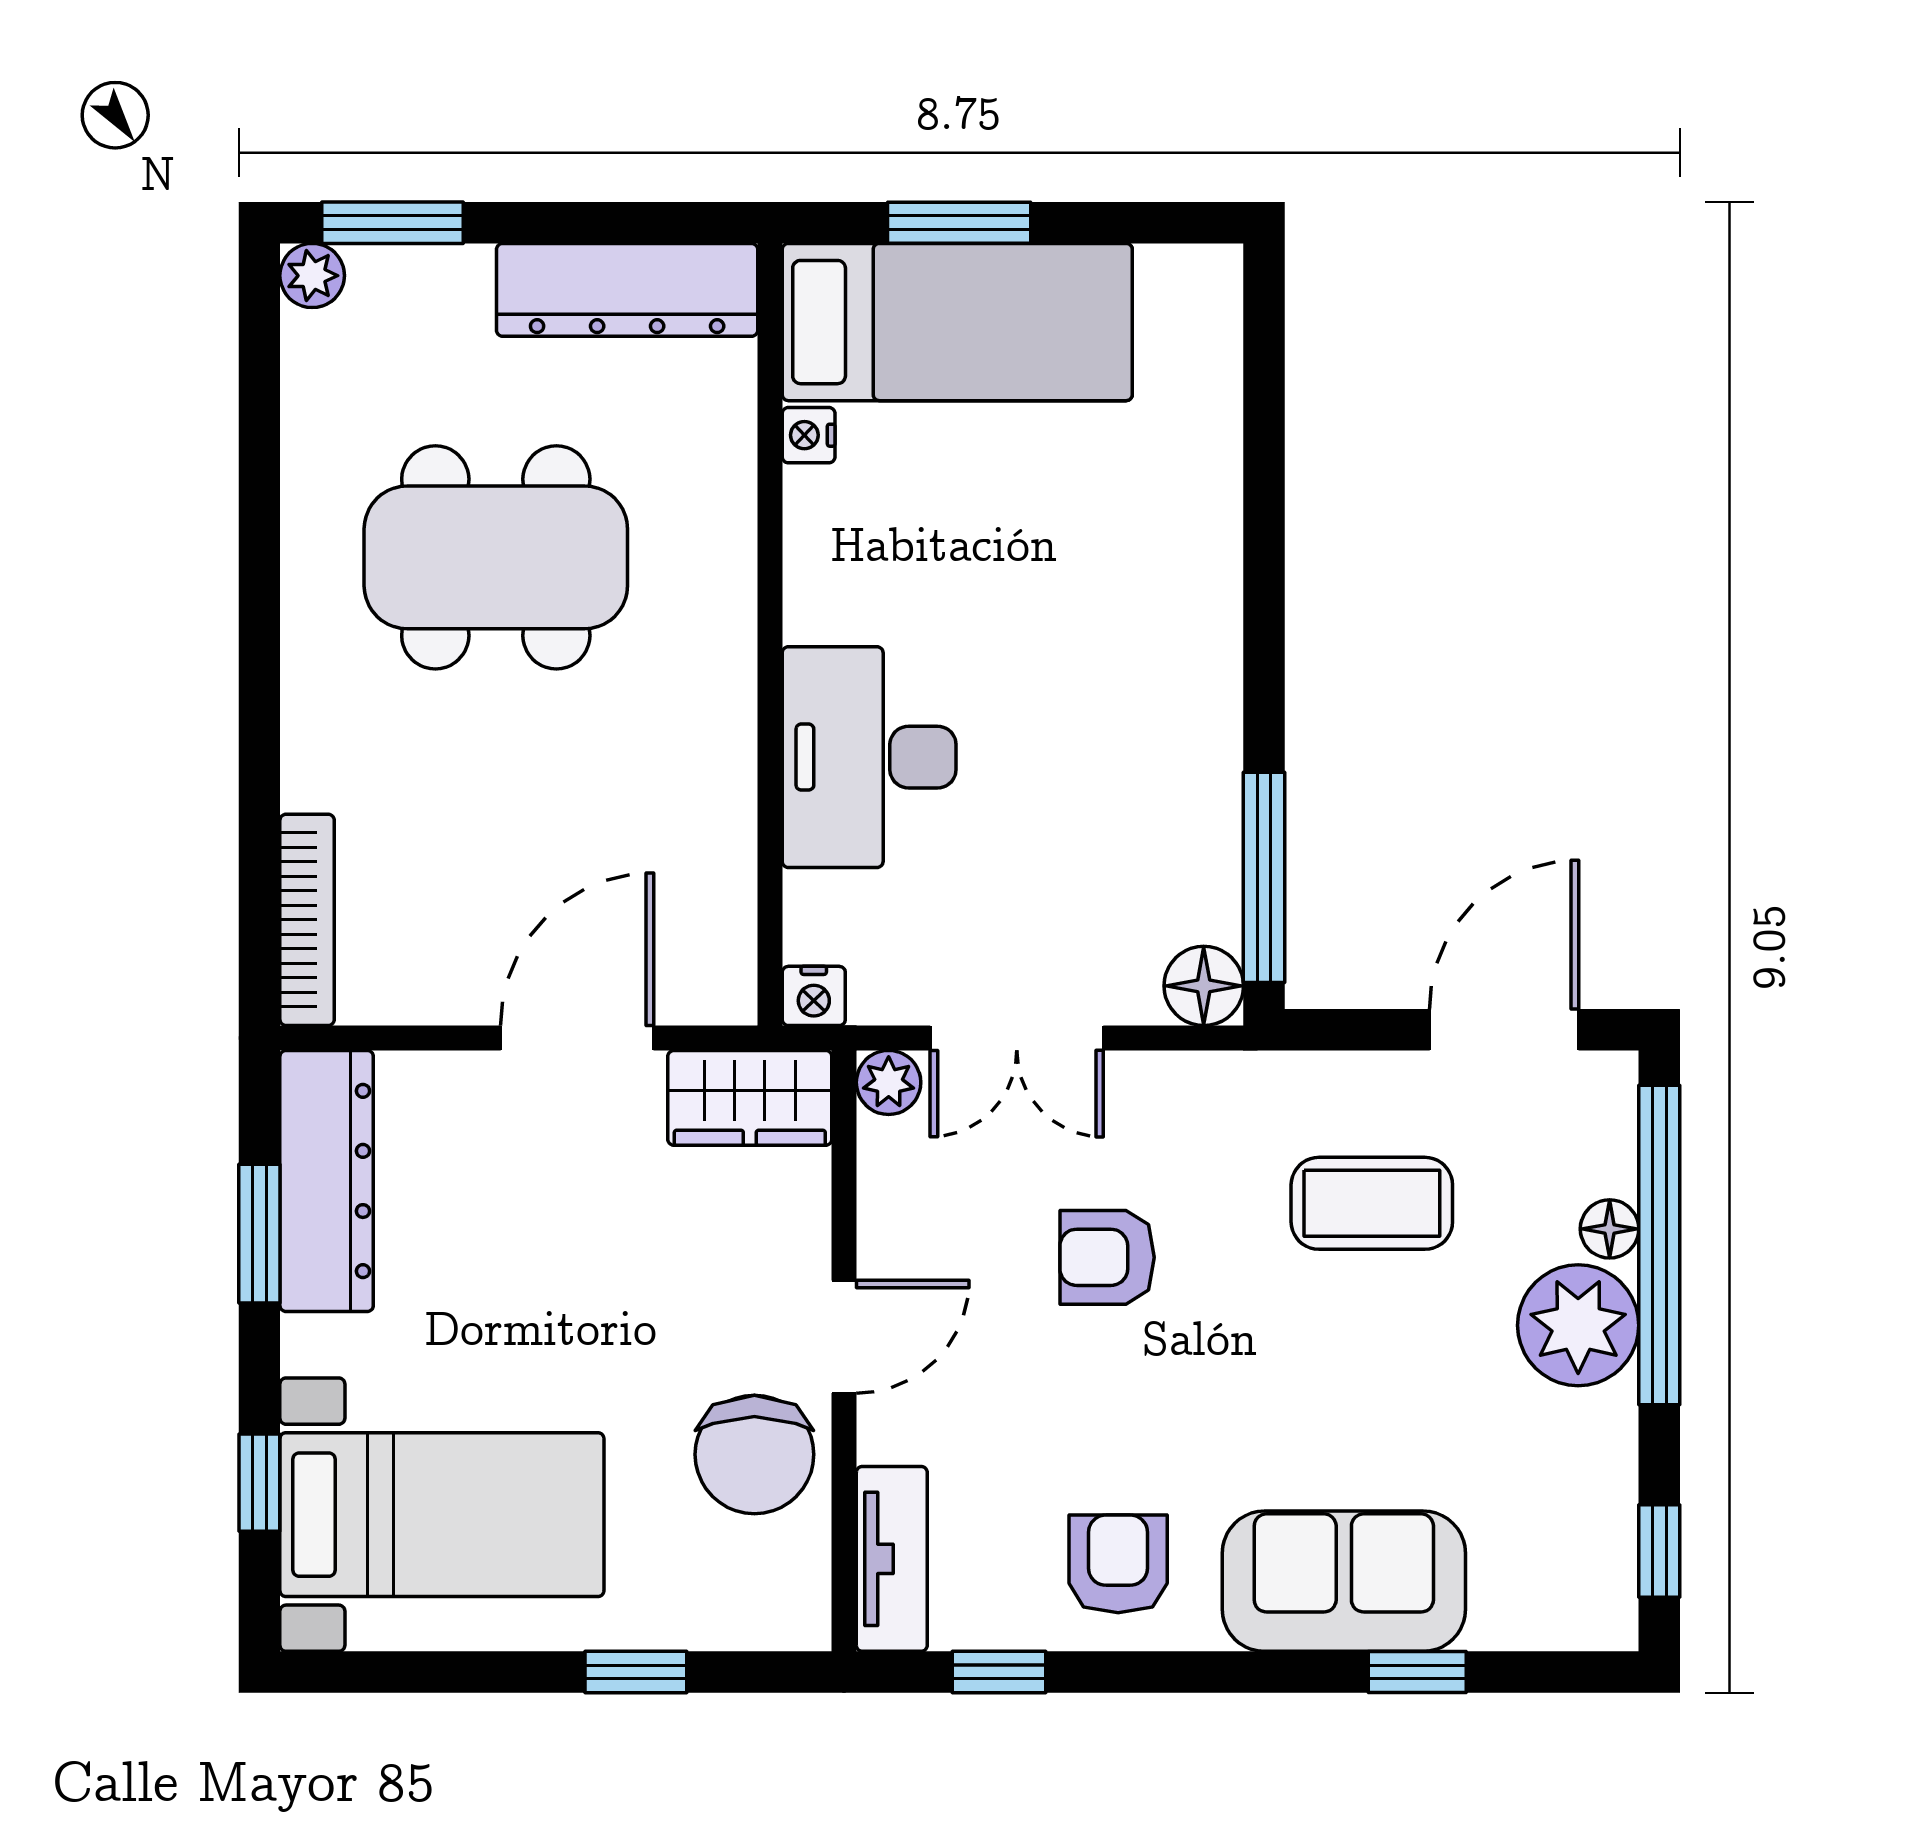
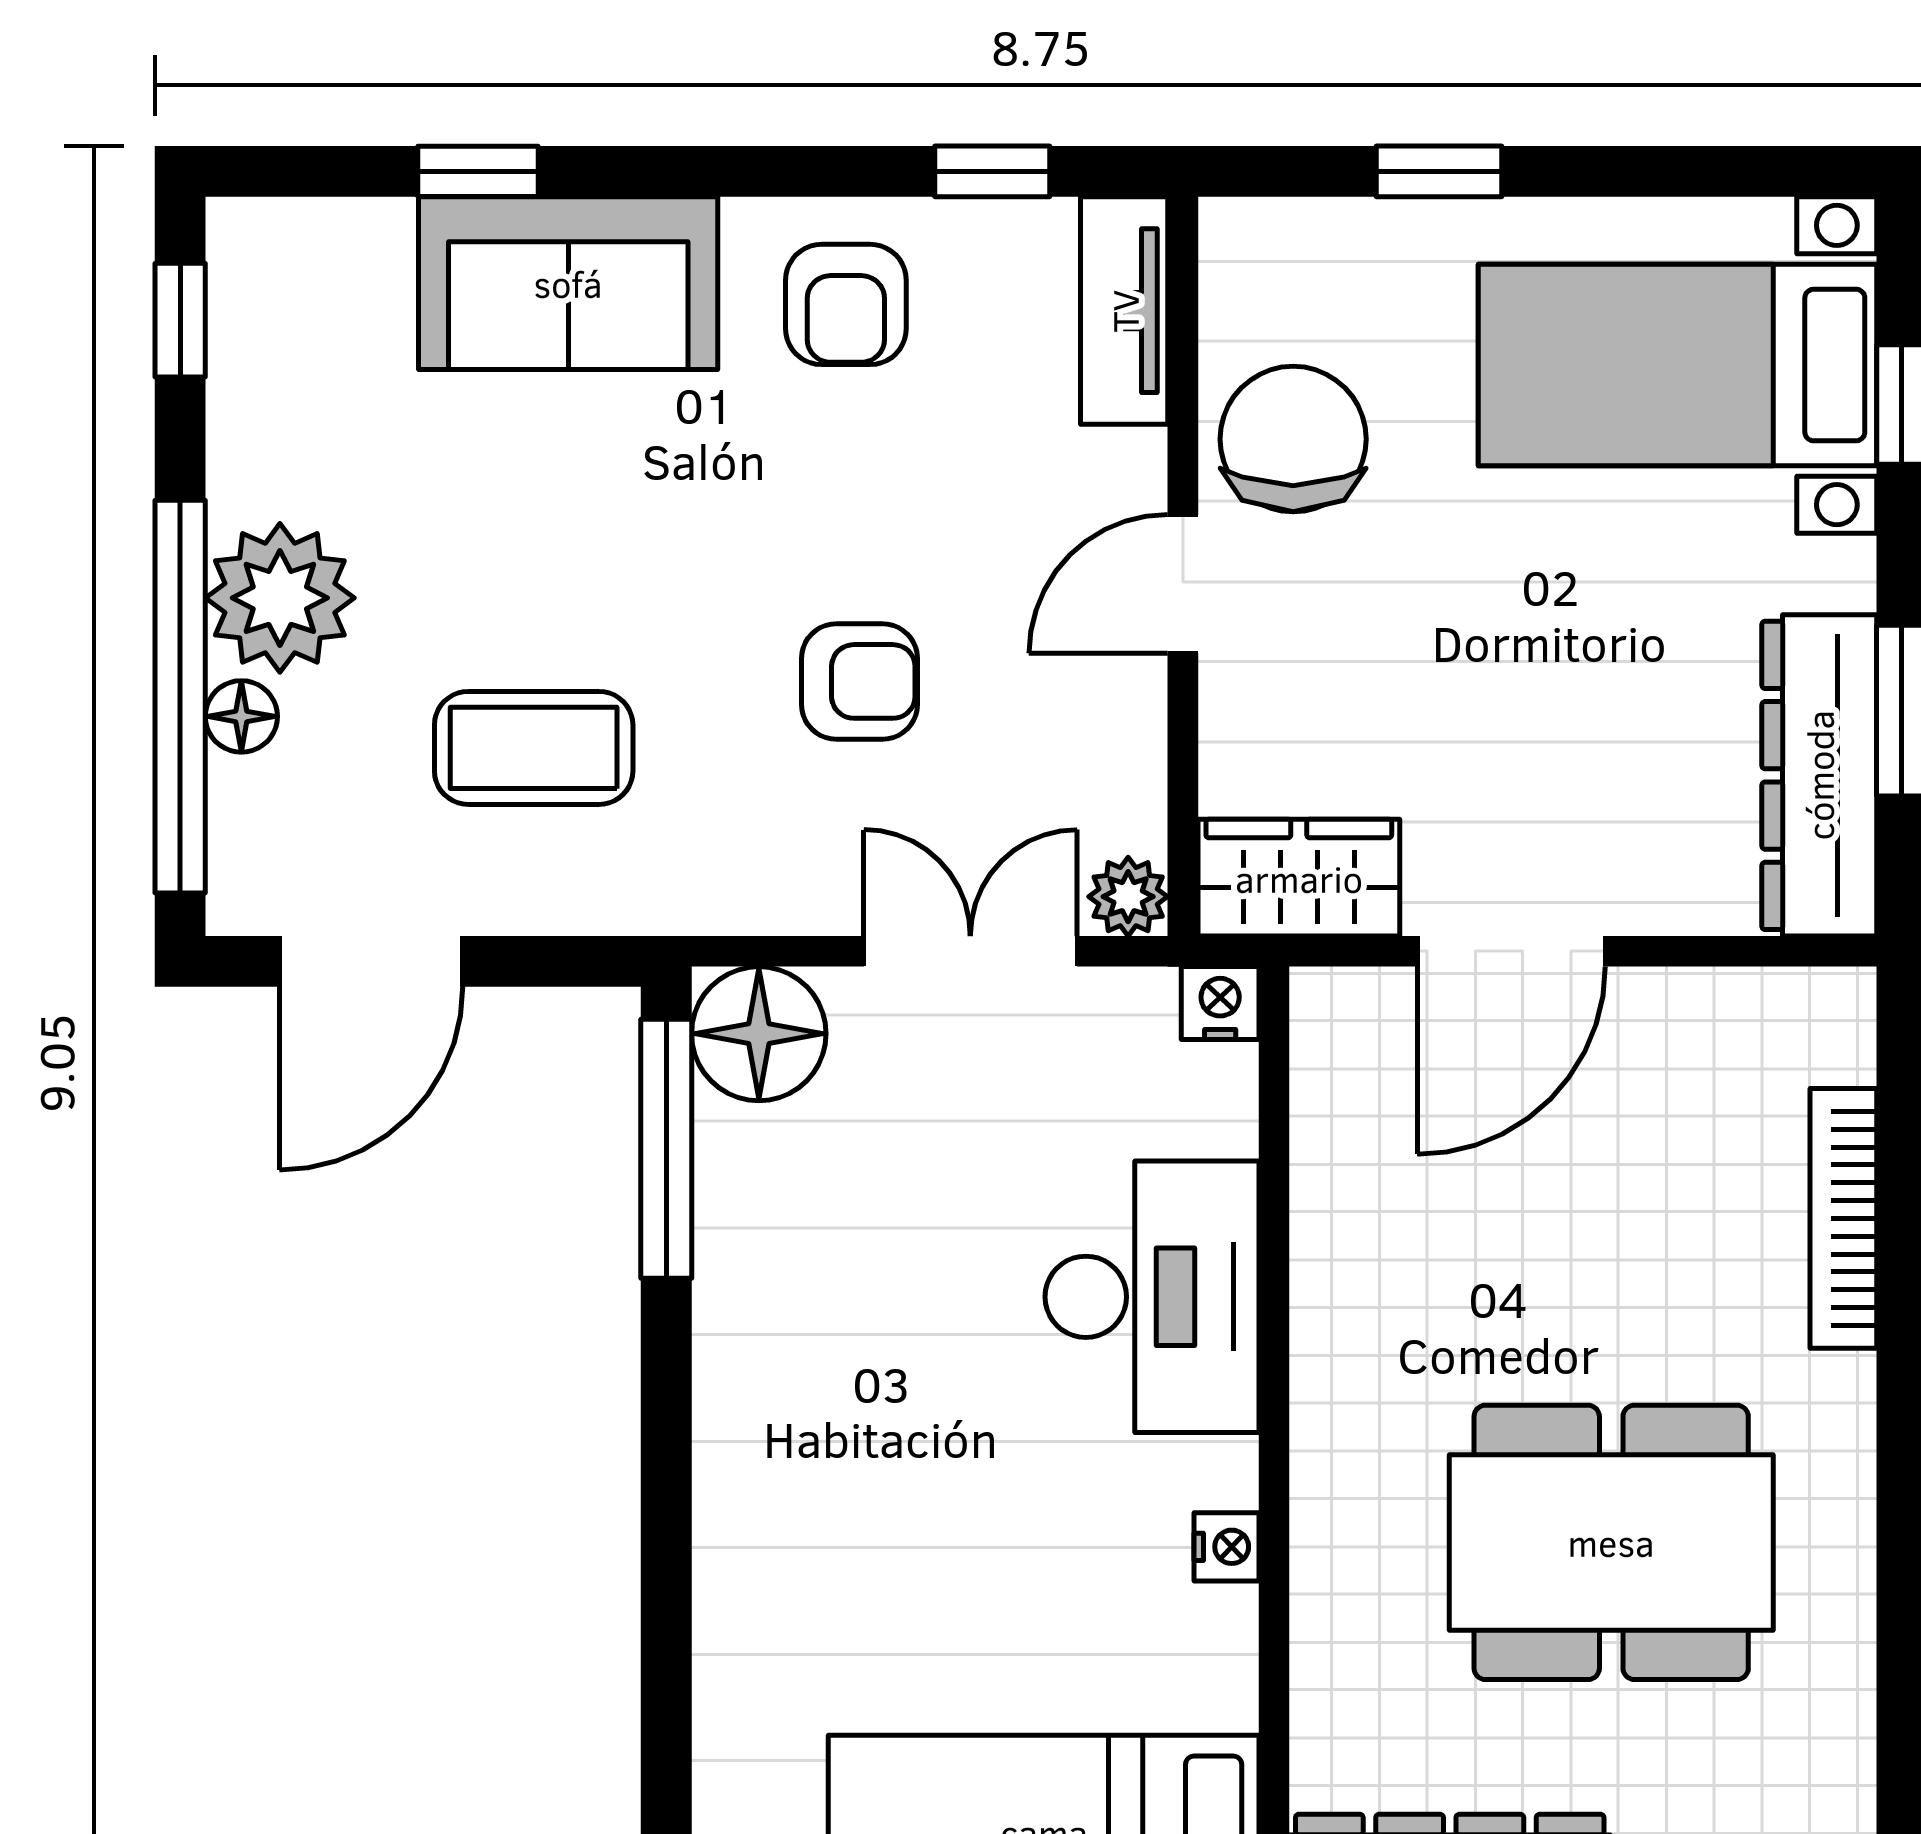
nightstand: (809, 435) -> (1227, 1547), moved
bookcase: (307, 920) -> (1843, 1218), moved
floor lamp: (1204, 986) -> (759, 1034), width x1.38, depth x1.38

